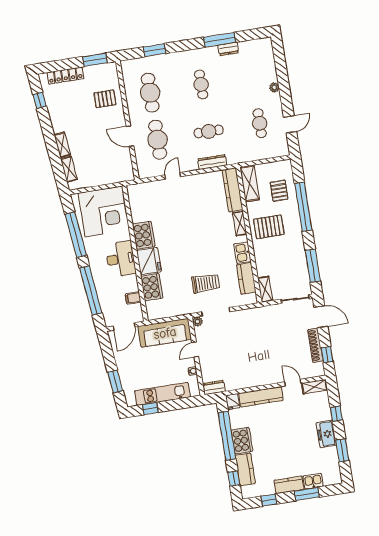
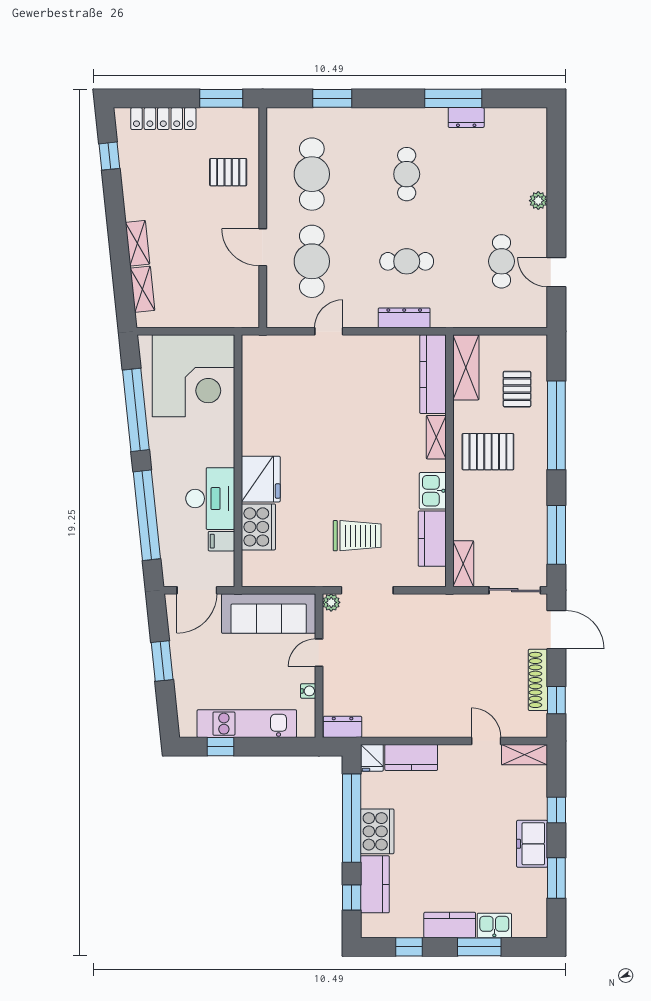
door: (290, 124) -> (556, 272), swing flipped
cooker: (144, 235) -> (259, 431), removed
desk: (121, 259) -> (210, 499), moved
window: (115, 382) -> (162, 661), moved
kitchen counter: (261, 397) -> (411, 757), width x0.67

